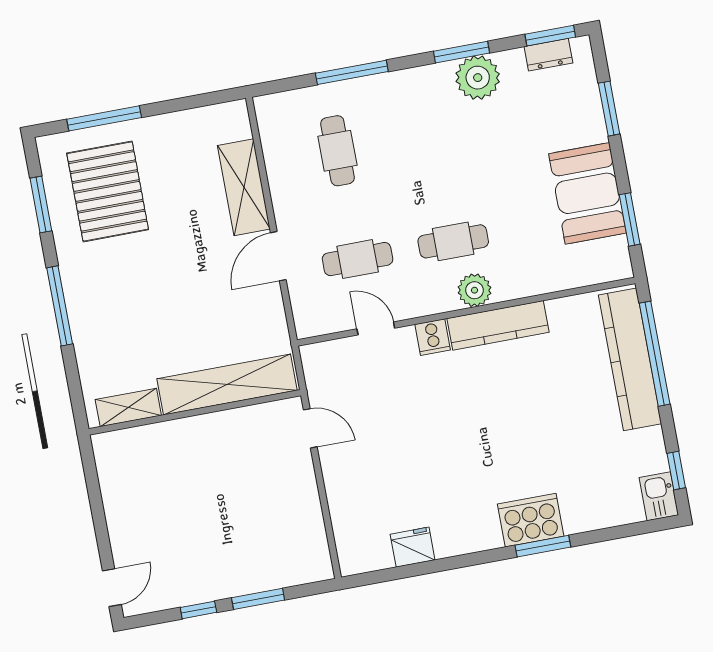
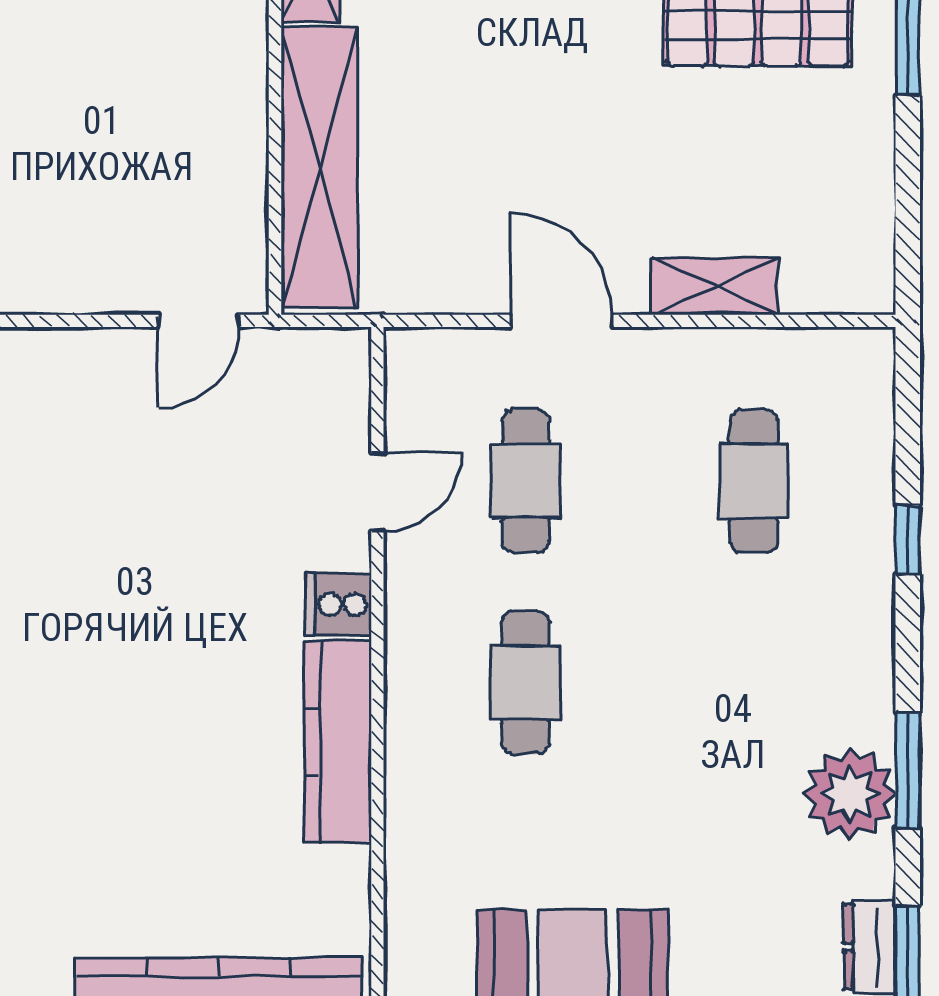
window: (352, 72) -> (908, 540), width x0.46
cafe table: (337, 151) -> (754, 481), turned 90
shelving: (244, 187) -> (715, 286), width x0.67, depth x0.75
plant: (474, 290) -> (418, 707), removed

